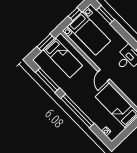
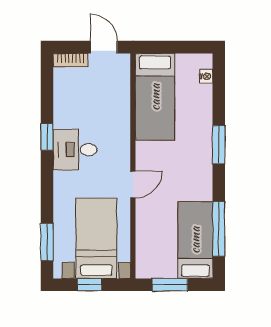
bed: (63, 58) -> (195, 240), moved
door: (104, 75) -> (133, 184), moved
window: (77, 111) -> (219, 145), width x0.47

